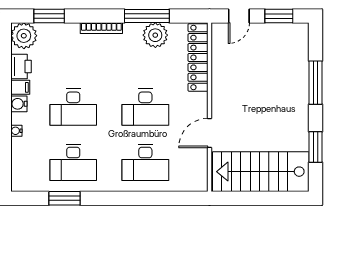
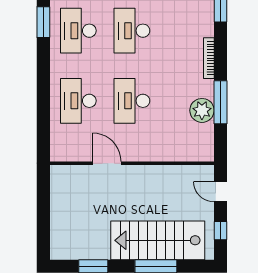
window: (279, 16) -> (221, 231), width x0.67
locker: (198, 57) -> (180, 152), removed
stairs: (261, 172) -> (158, 240), moved, turned -90

